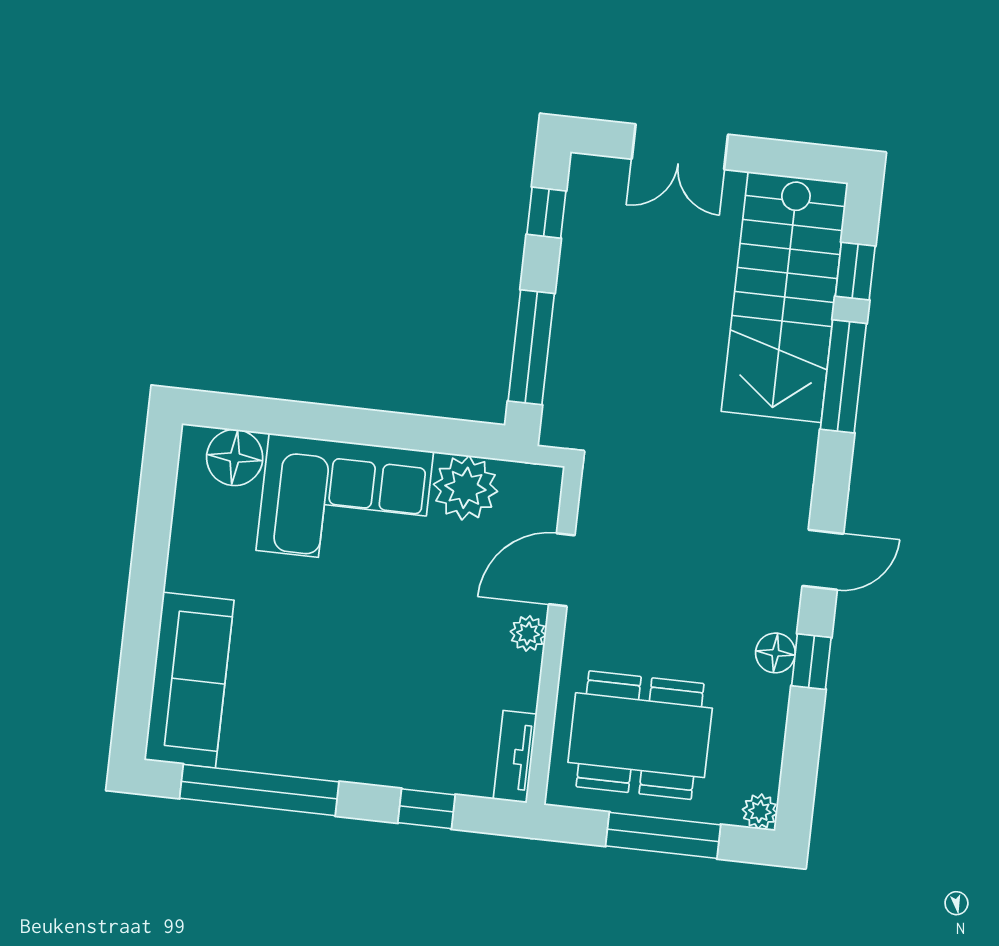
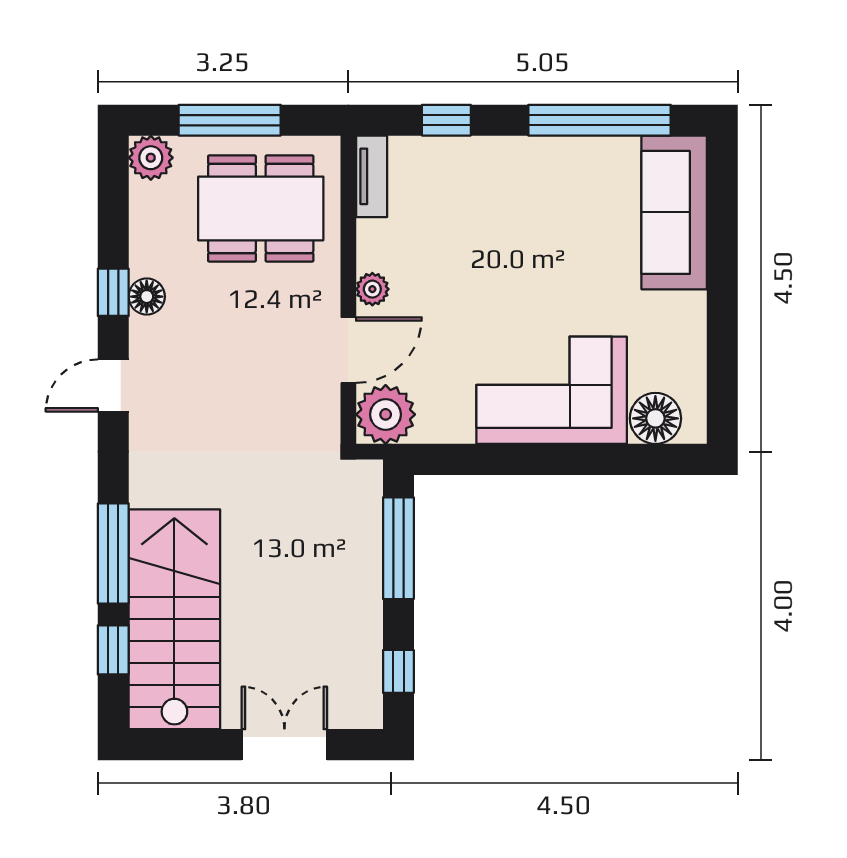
plant: (465, 488) -> (386, 414), moved
plant: (760, 811) -> (151, 158), width x1.38, depth x1.38

